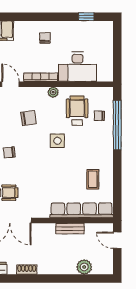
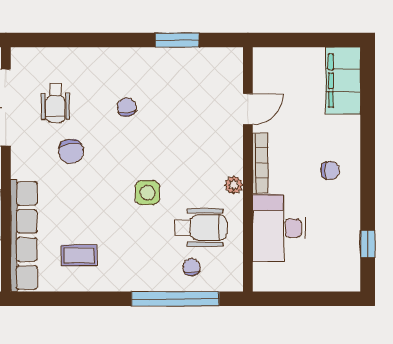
chair: (29, 118) -> (71, 151), moved

